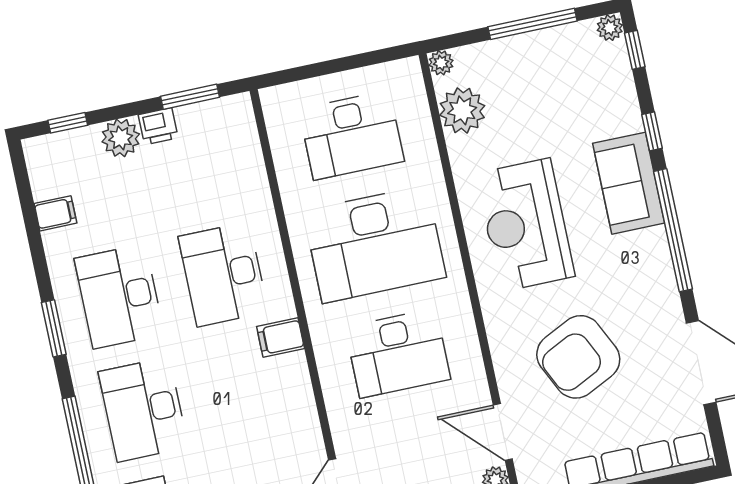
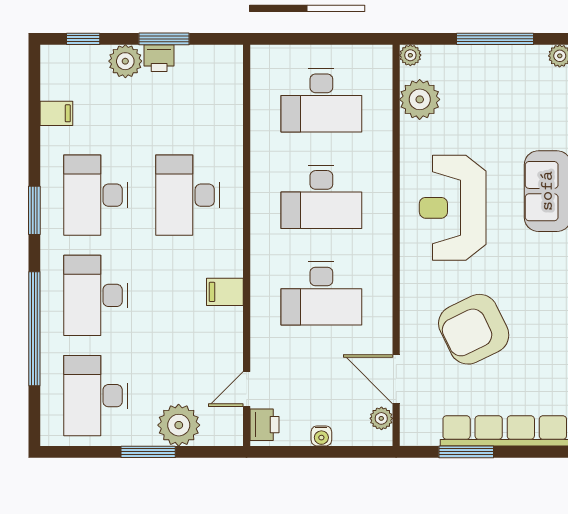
window: (190, 97) -> (164, 39), moved
desk: (375, 244) -> (321, 197), width x0.73, depth x0.77
filing cabinet: (281, 338) -> (225, 292), moved

